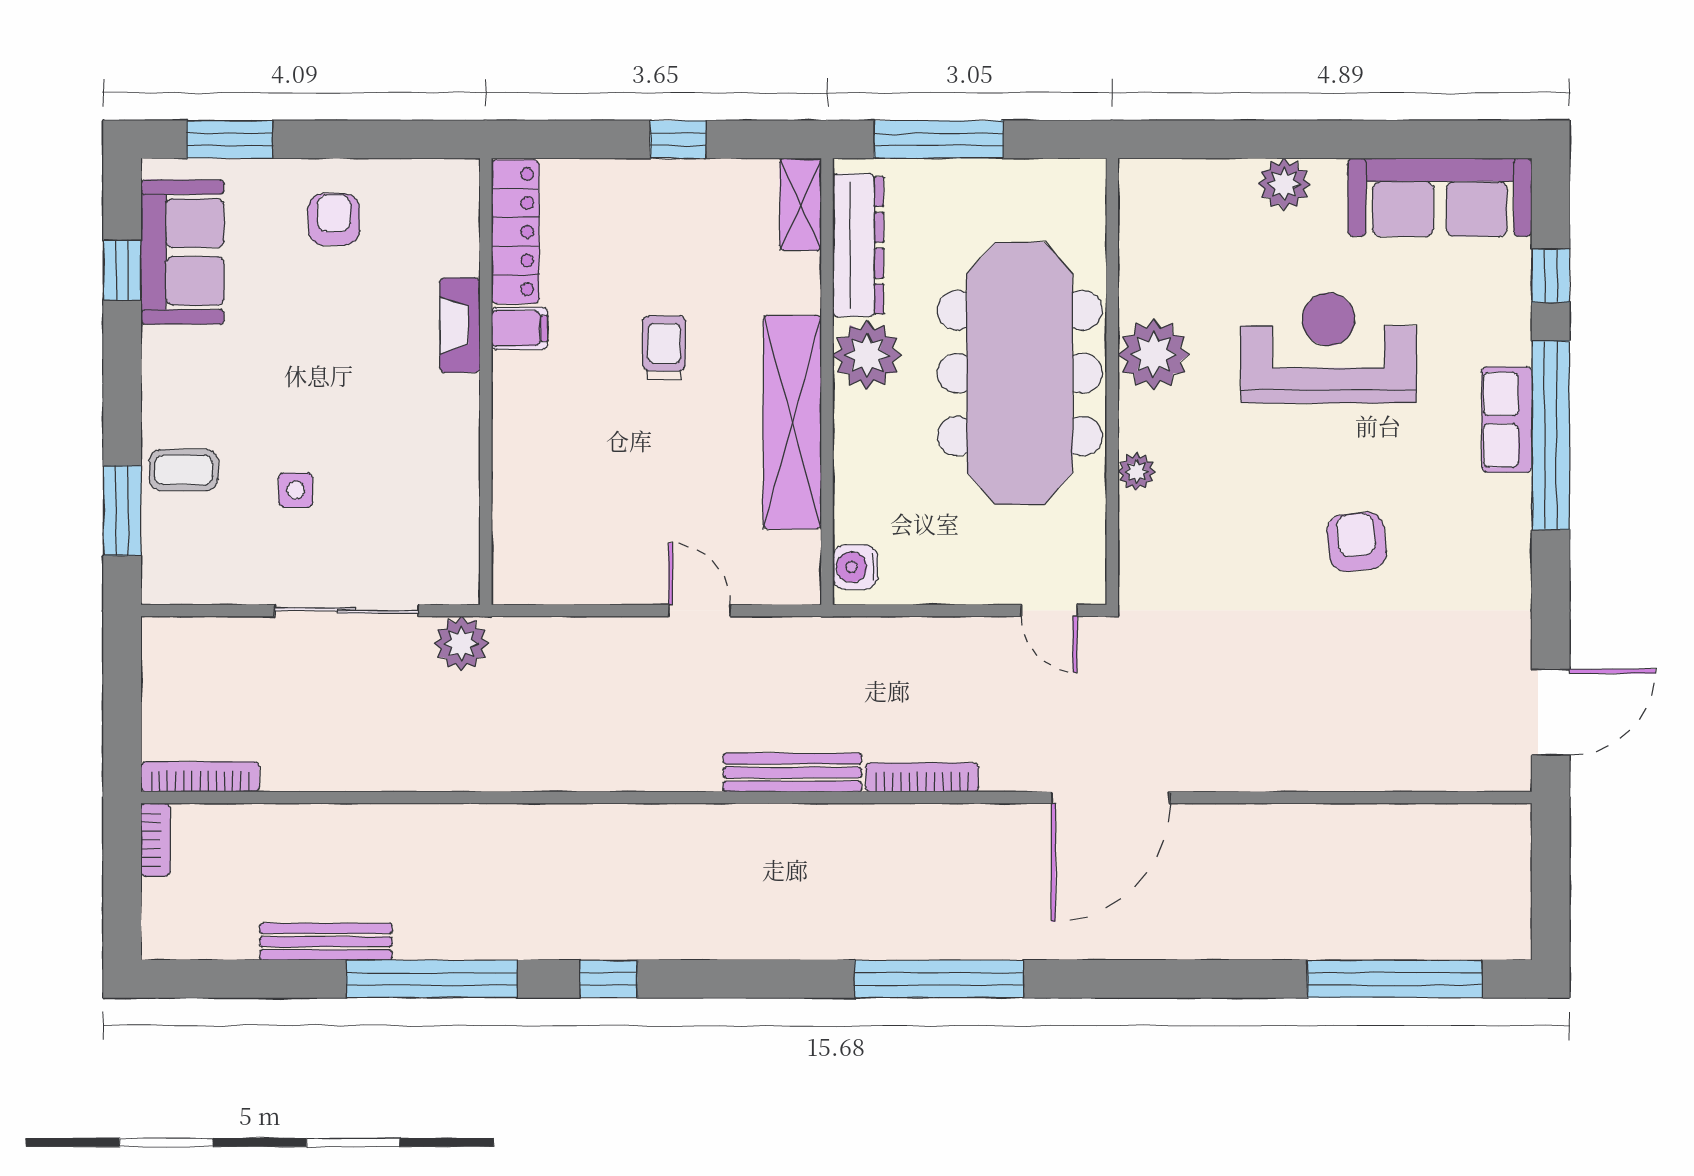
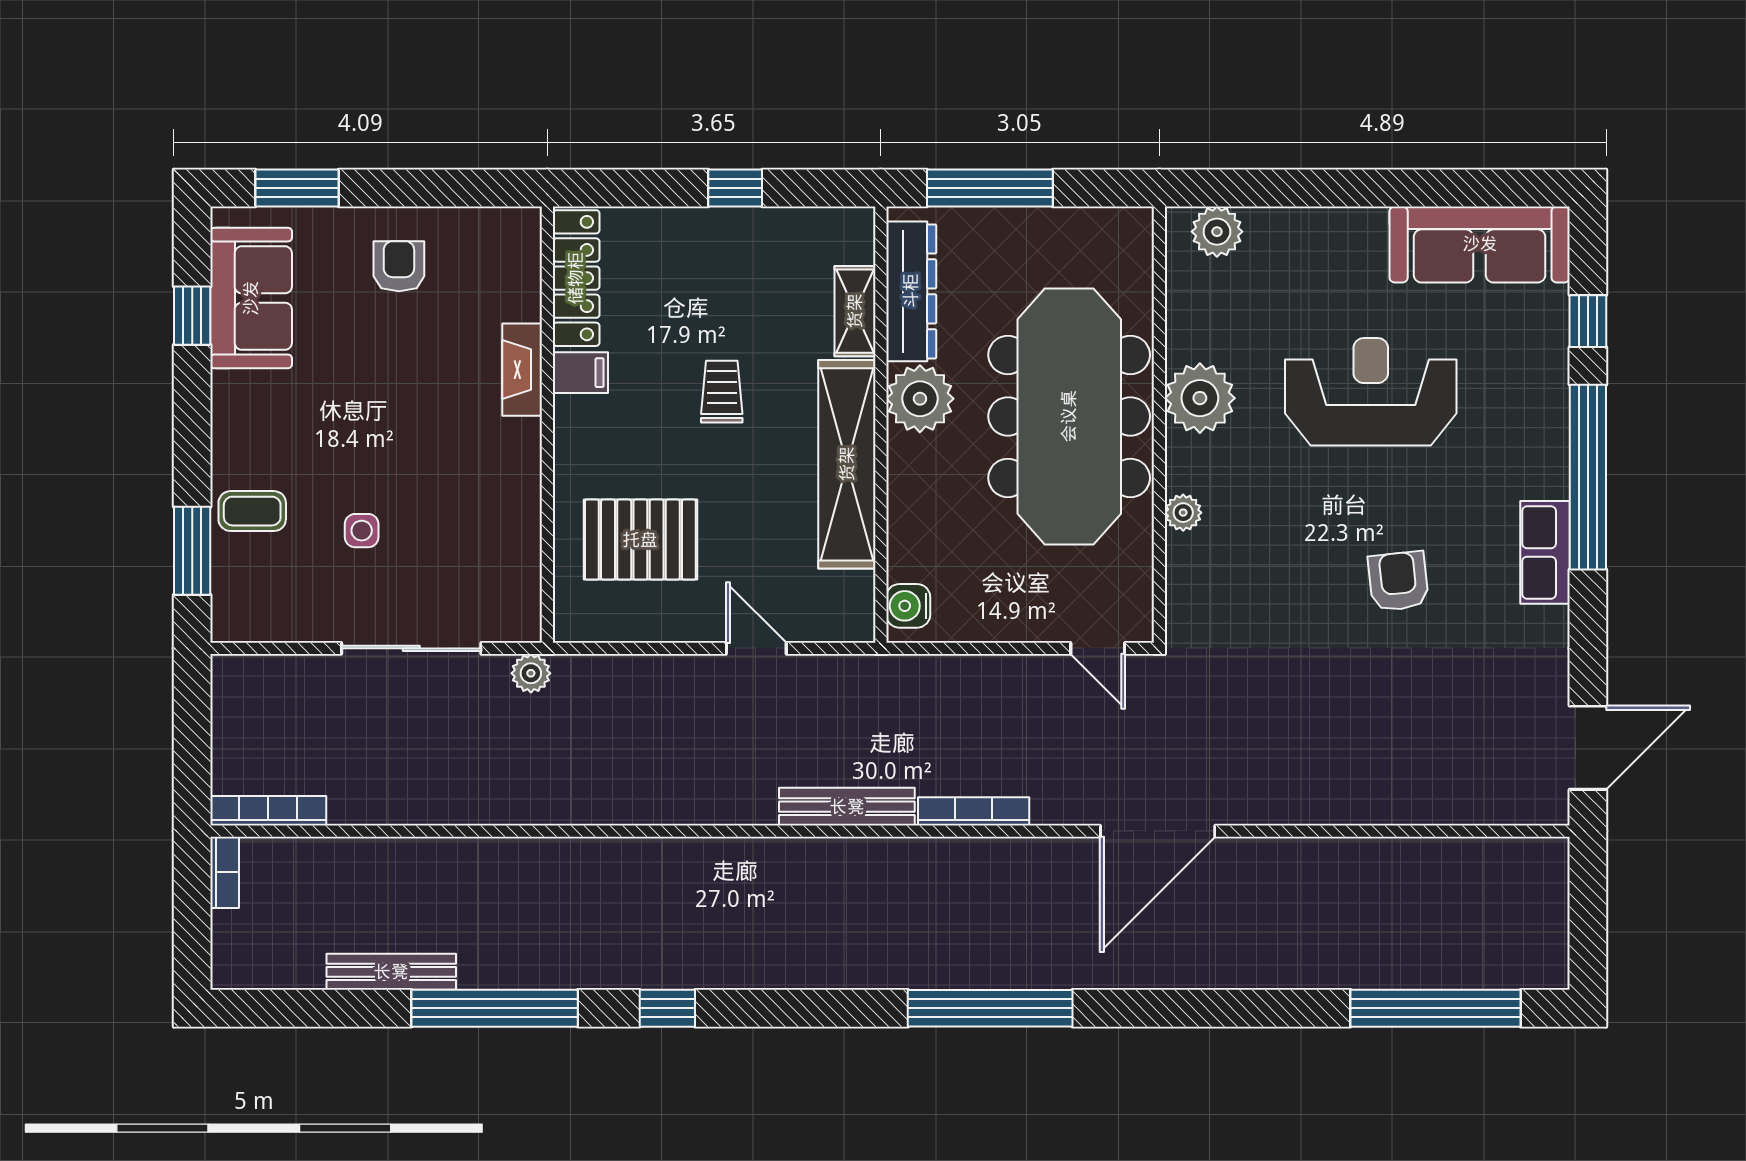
plant: (1284, 184) -> (1217, 232), moved
shelving: (801, 204) -> (855, 311), moved
row of seats: (1507, 420) -> (1545, 552), moved
pallet: (581, 499) -> (640, 540), added
plant: (461, 644) -> (531, 673), width x0.73, depth x0.73

